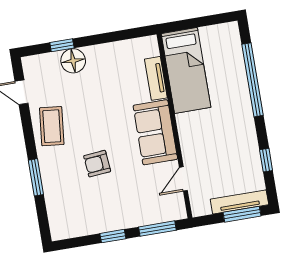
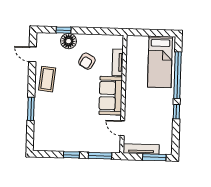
bed: (186, 70) -> (160, 62), moved
window: (266, 160) -> (176, 112), moved
armchair: (97, 164) -> (87, 61), moved, turned -55
door: (183, 179) -> (122, 128), hinge flipped
tv unit: (239, 202) -> (141, 149), moved

